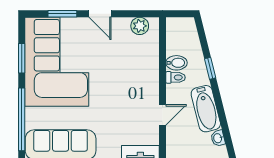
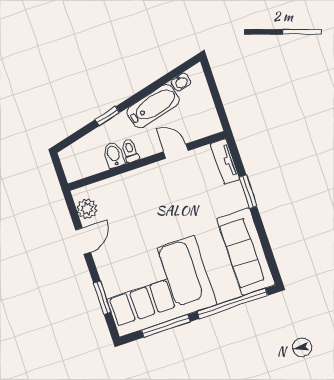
door: (100, 14) -> (83, 241), moved
window: (22, 58) -> (166, 326), width x1.44

